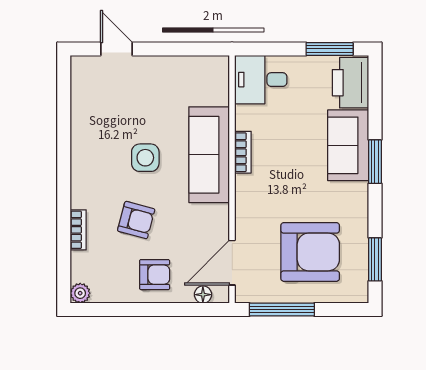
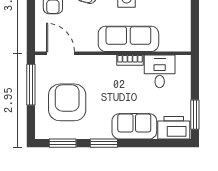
desk: (261, 80) -> (160, 71), moved
window: (375, 162) -> (104, 143), moved
armchair: (310, 252) -> (67, 102), turned 180
floor lamp: (203, 295) -> (40, 35), removed

